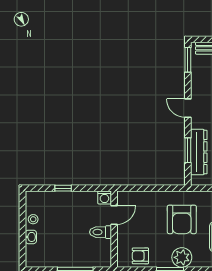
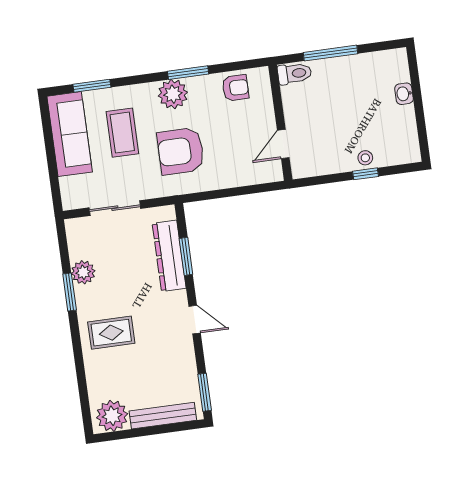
washing machine: (104, 197) -> (301, 168), removed
stool: (33, 219) -> (365, 158), moved
armchair: (182, 219) -> (181, 151), turned -90
toilet: (101, 232) -> (294, 74), moved

